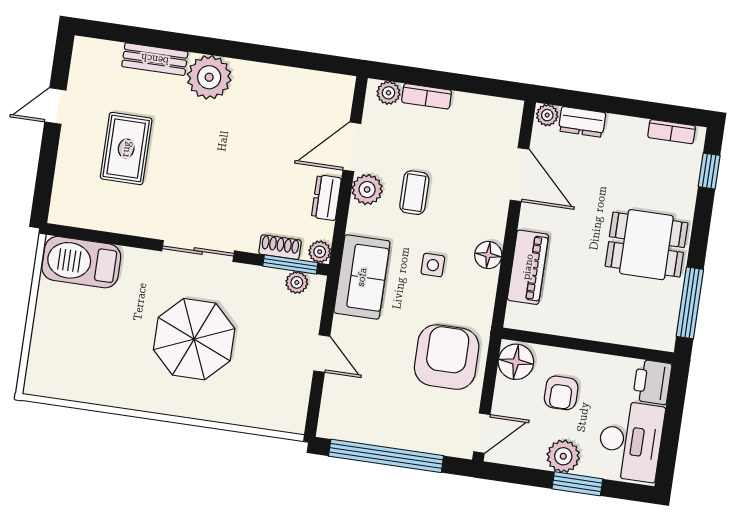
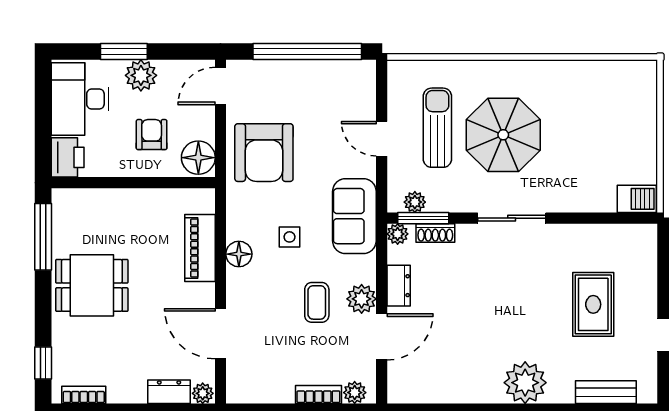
bench: (155, 59) -> (606, 392), moved
barbecue: (81, 262) -> (637, 199), width x0.53, depth x0.65
sun lounger: (262, 357) -> (437, 128), added

